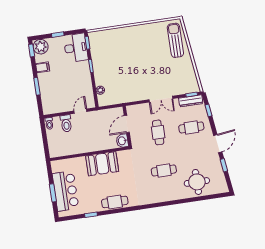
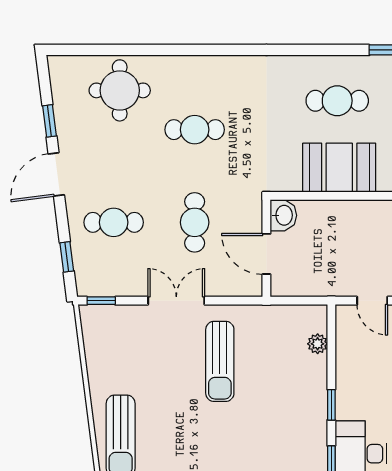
sun lounger: (139, 77) -> (220, 361), added
dresser: (191, 101) -> (106, 286), removed
door: (80, 111) -> (372, 301), hinge flipped
door: (127, 124) -> (266, 254), swing flipped
cafe table: (115, 202) -> (337, 101), moved

